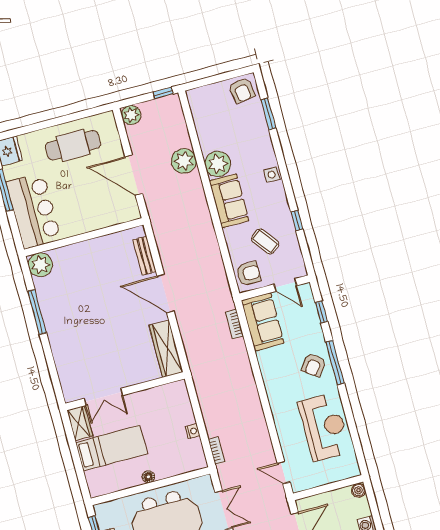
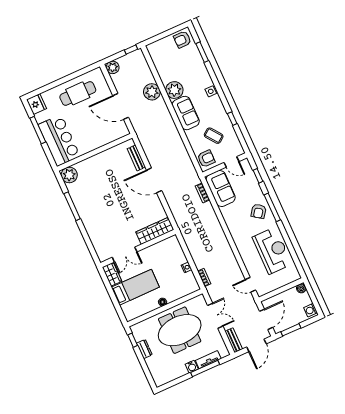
armchair: (242, 90) -> (182, 40), turned 99
wardrobe: (166, 349) -> (155, 231), moved, turned 90

